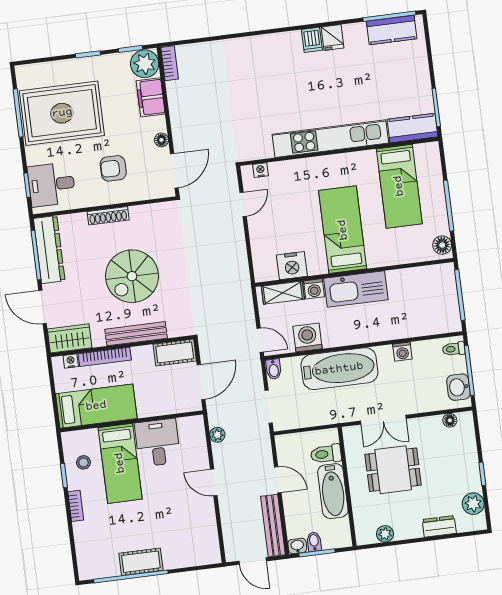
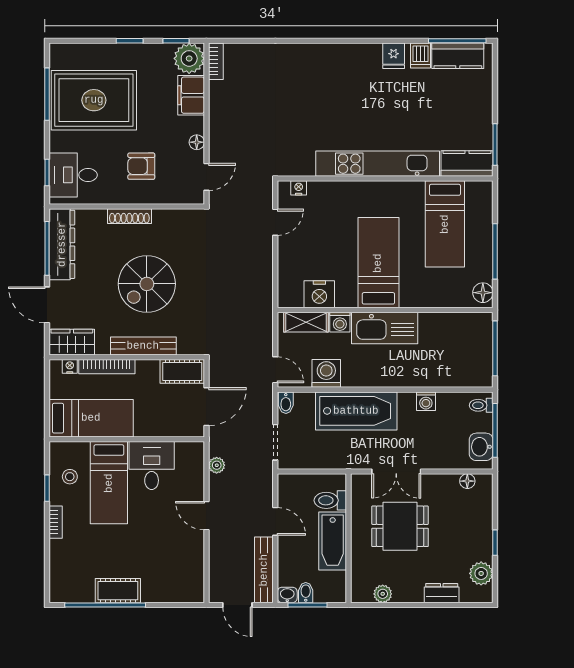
dishwasher: (312, 40) -> (420, 56), moved
door: (174, 171) -> (206, 177), width x0.73

